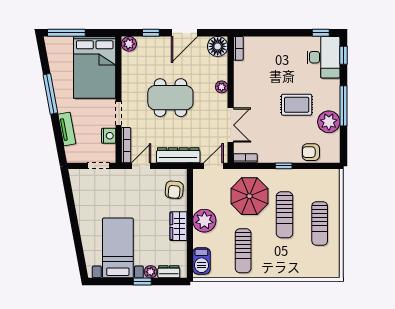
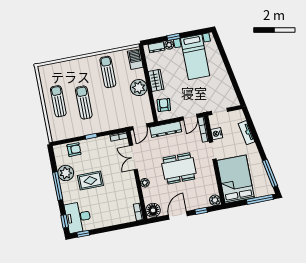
window: (50, 94) -> (270, 173), moved
parasol: (249, 196) -> (111, 111), removed

